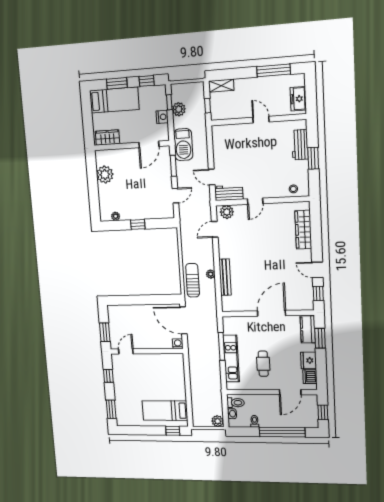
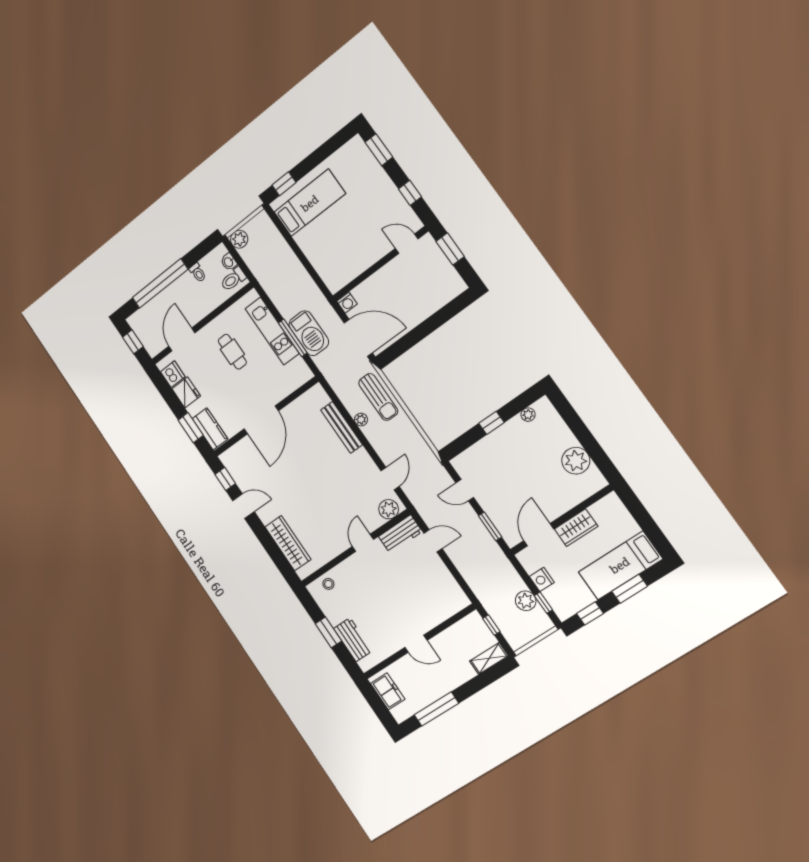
wardrobe: (108, 138) -> (576, 528), moved
barbecue: (183, 145) -> (309, 333), moved, turned 180
door: (175, 196) -> (465, 490), hinge flipped
door: (126, 351) -> (407, 244), swing flipped

